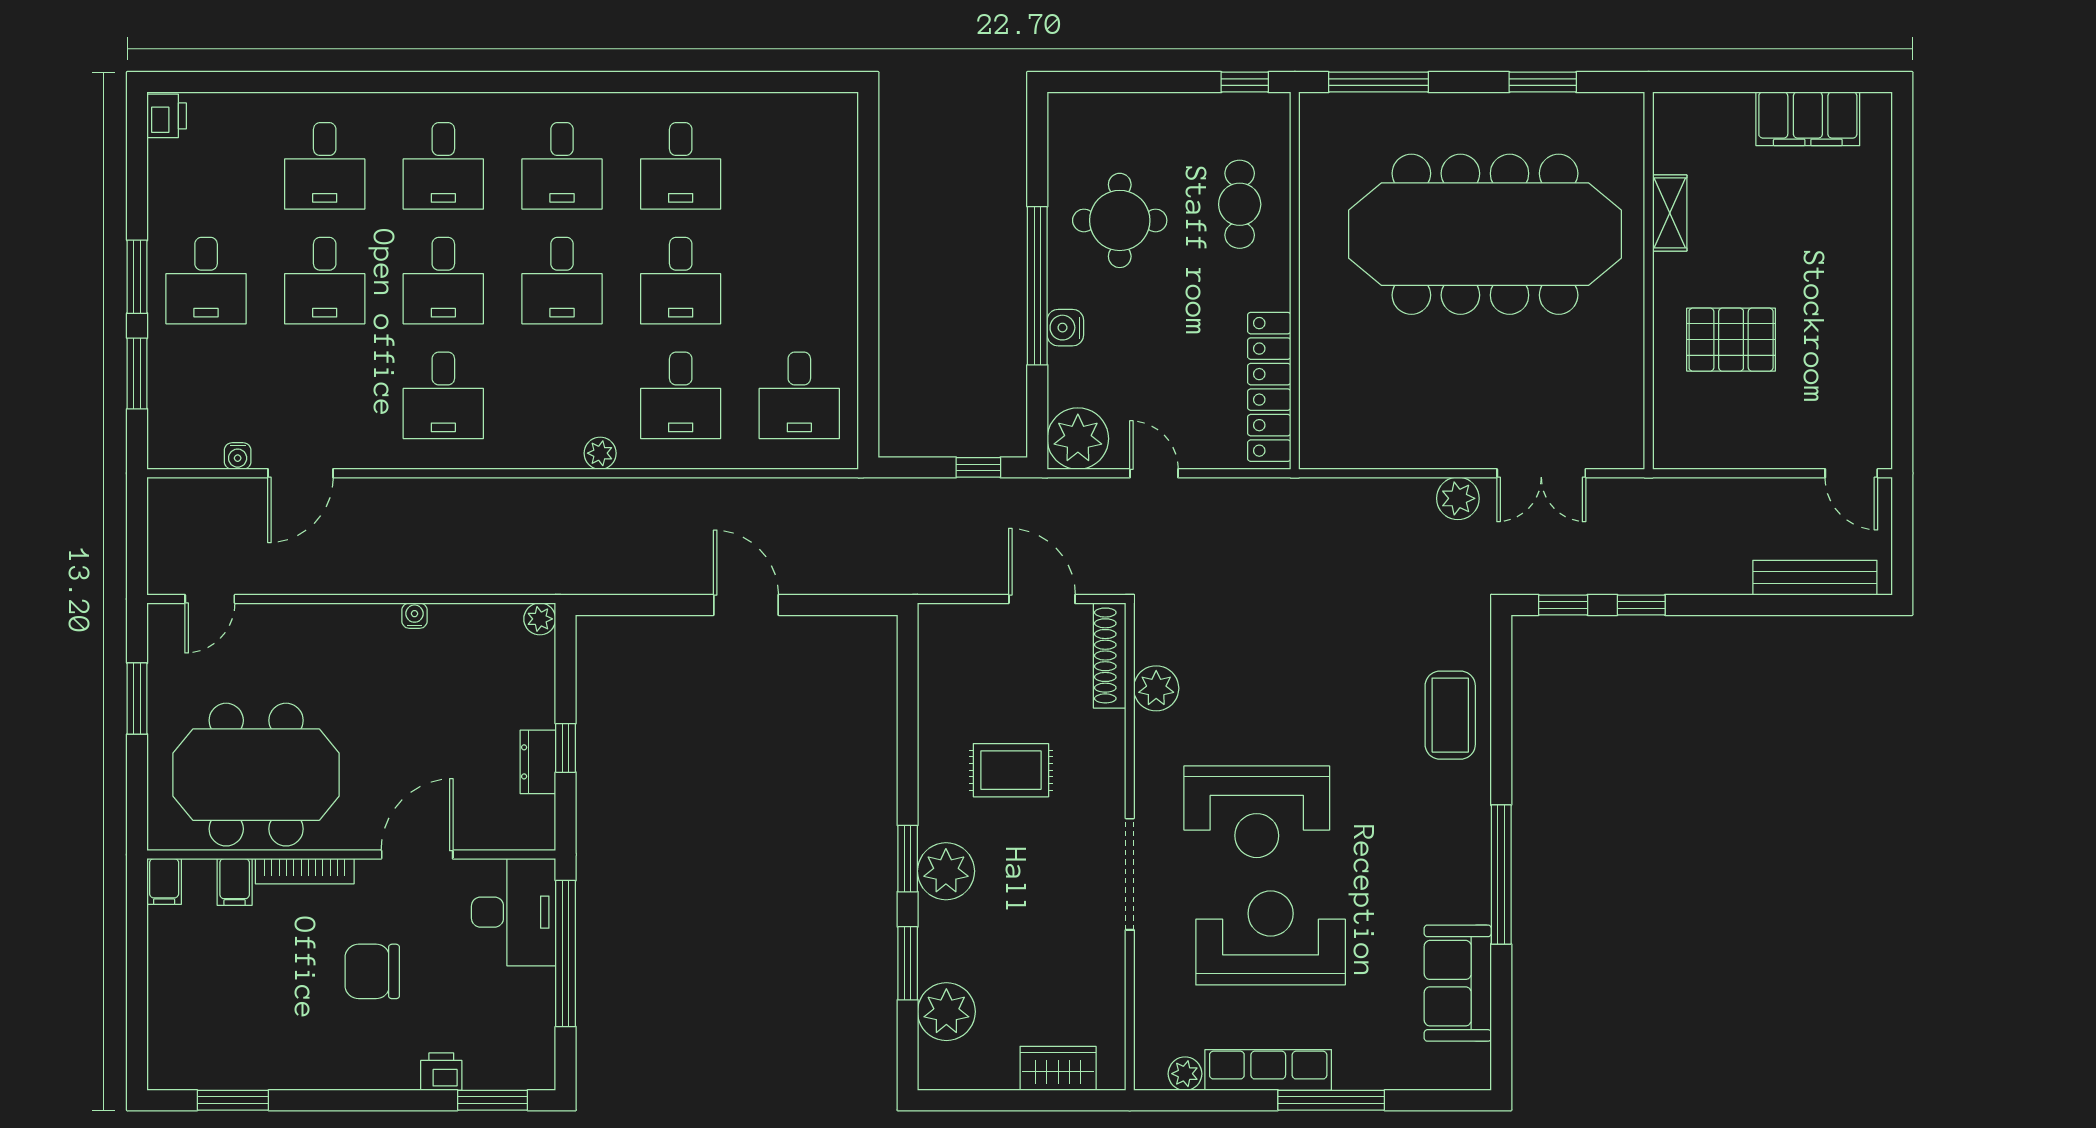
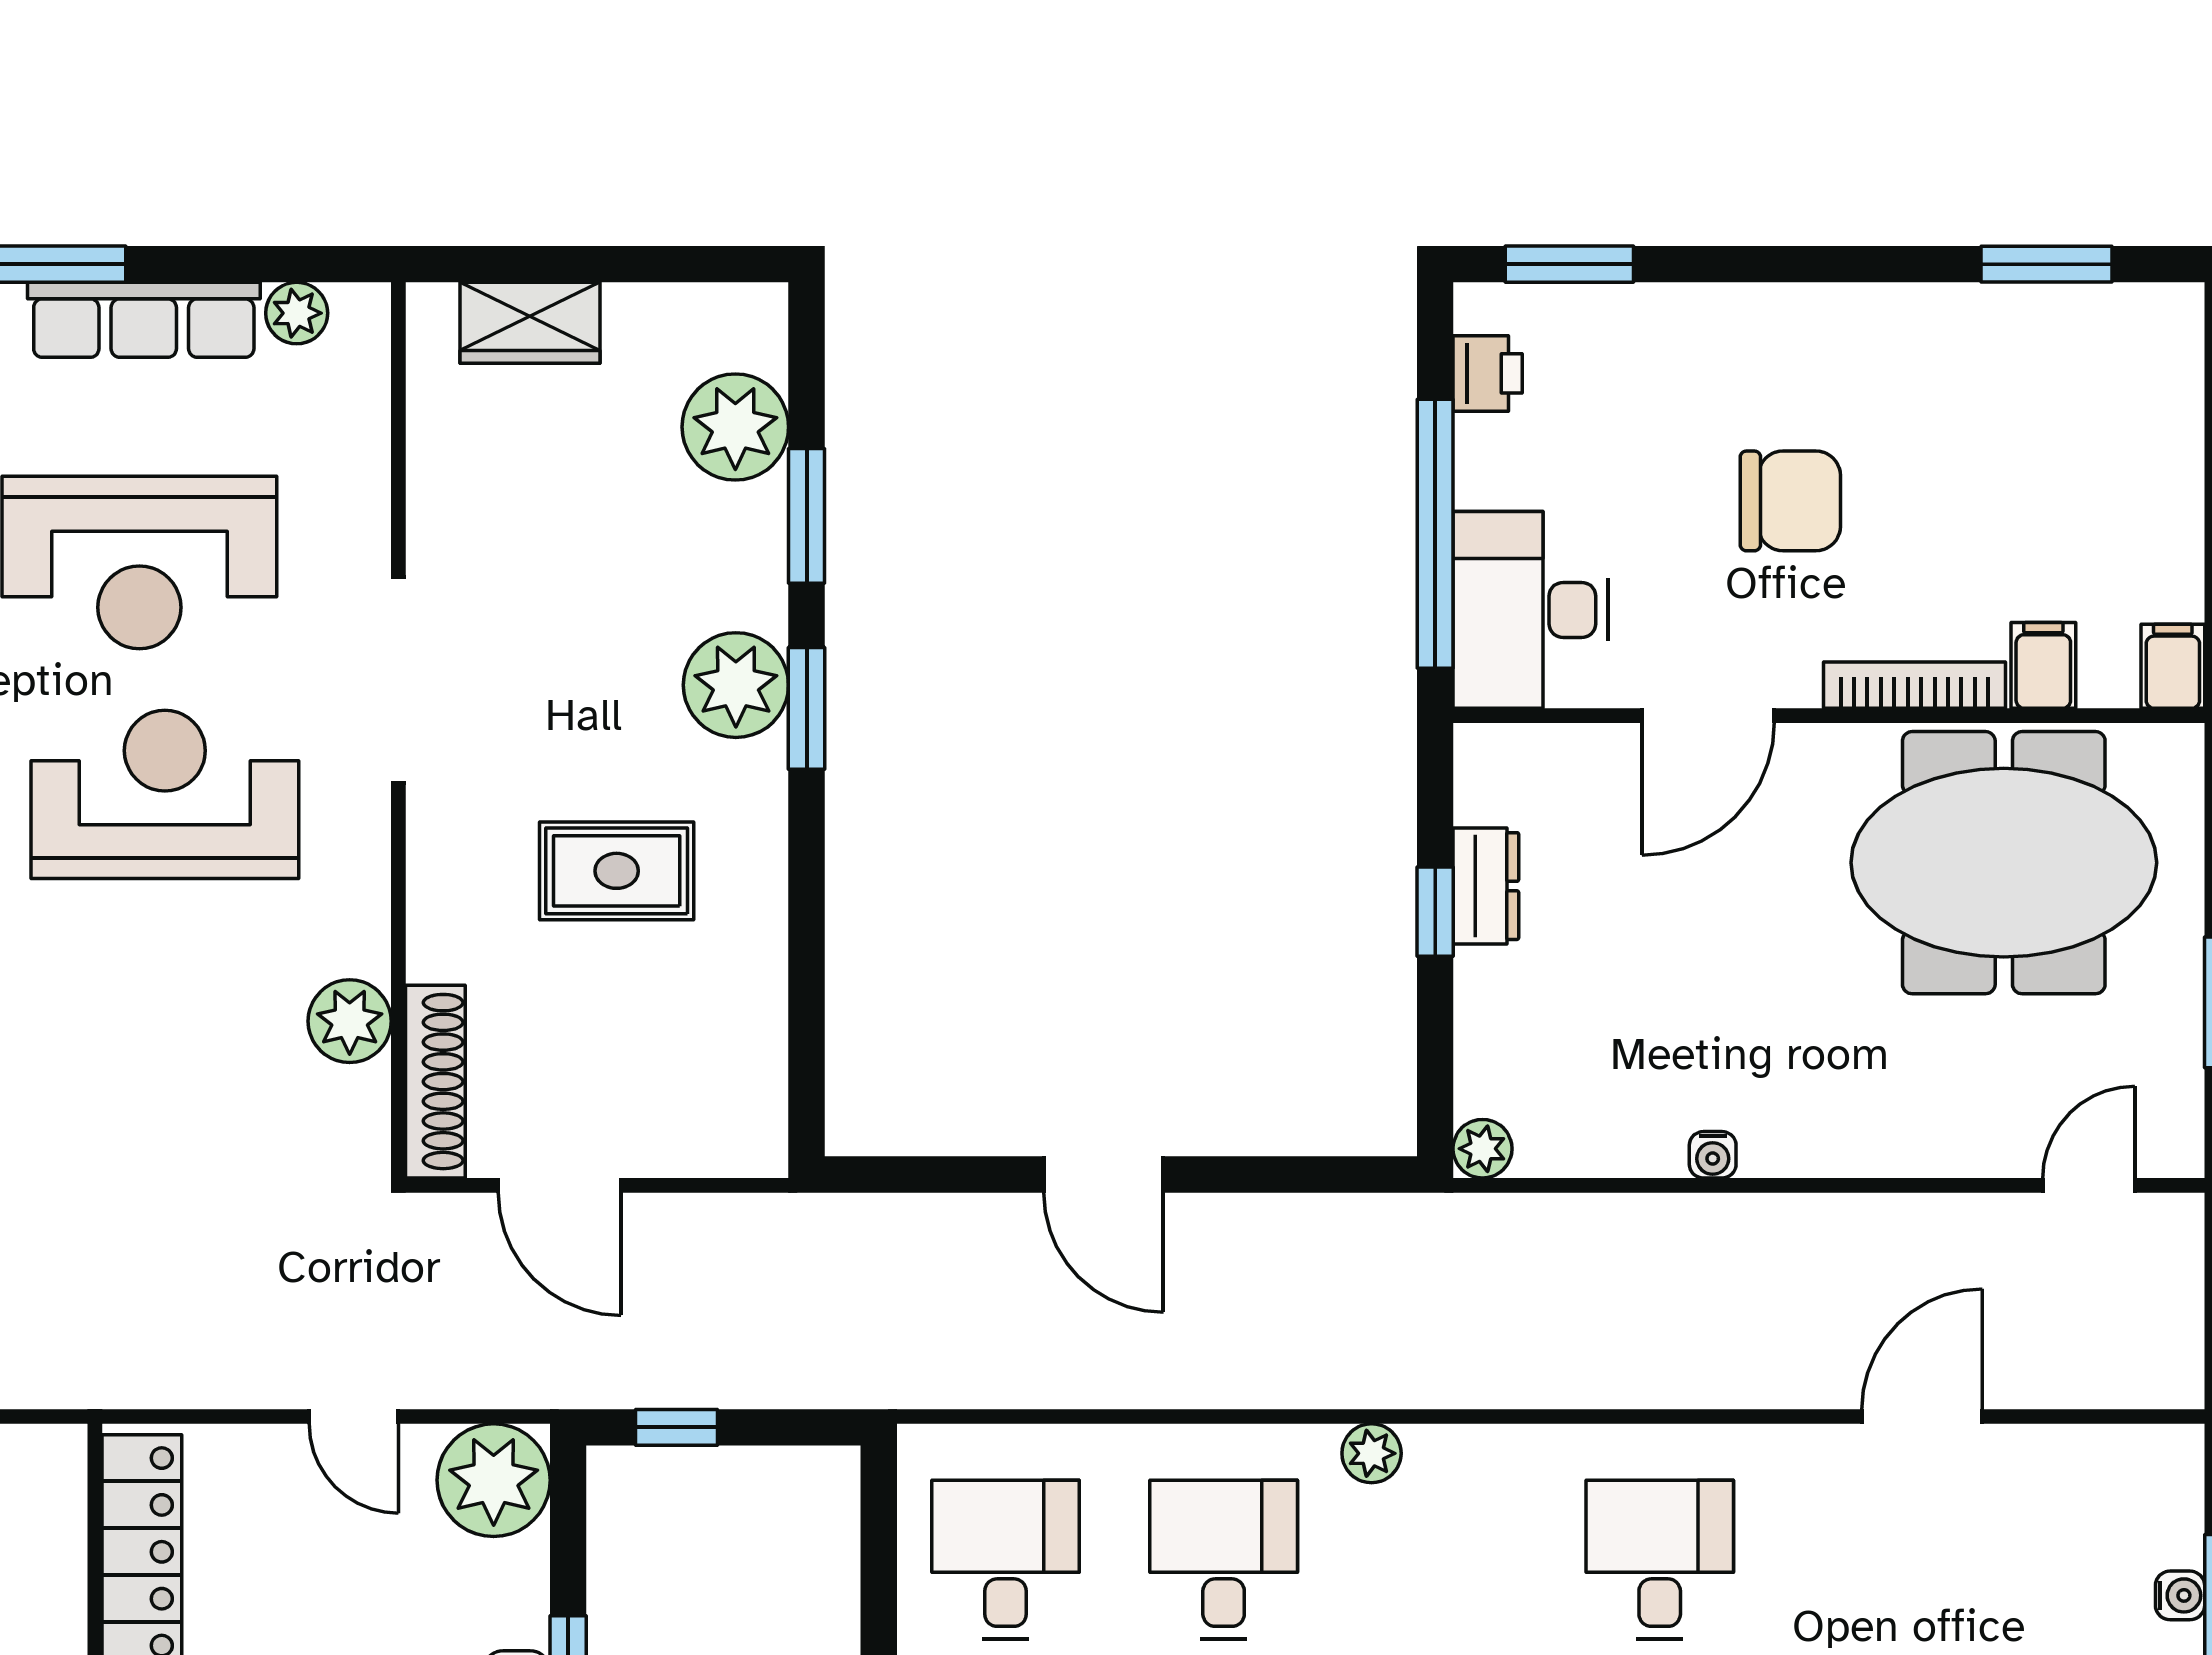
water cooler: (238, 456) -> (2180, 1595), moved, turned 90
printer: (441, 1072) -> (1488, 373), moved, turned -90

